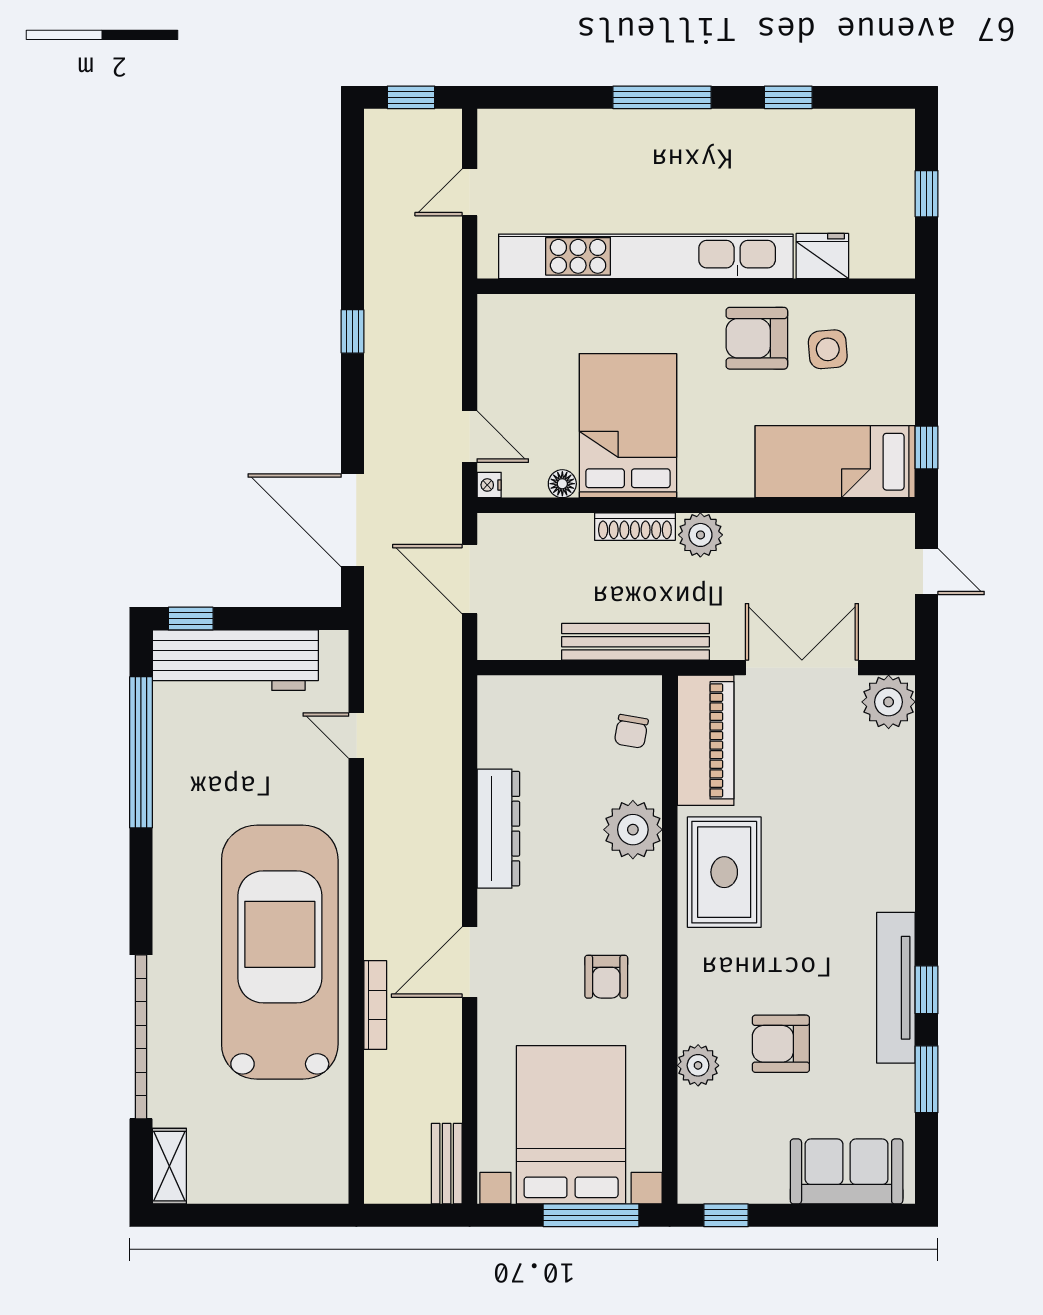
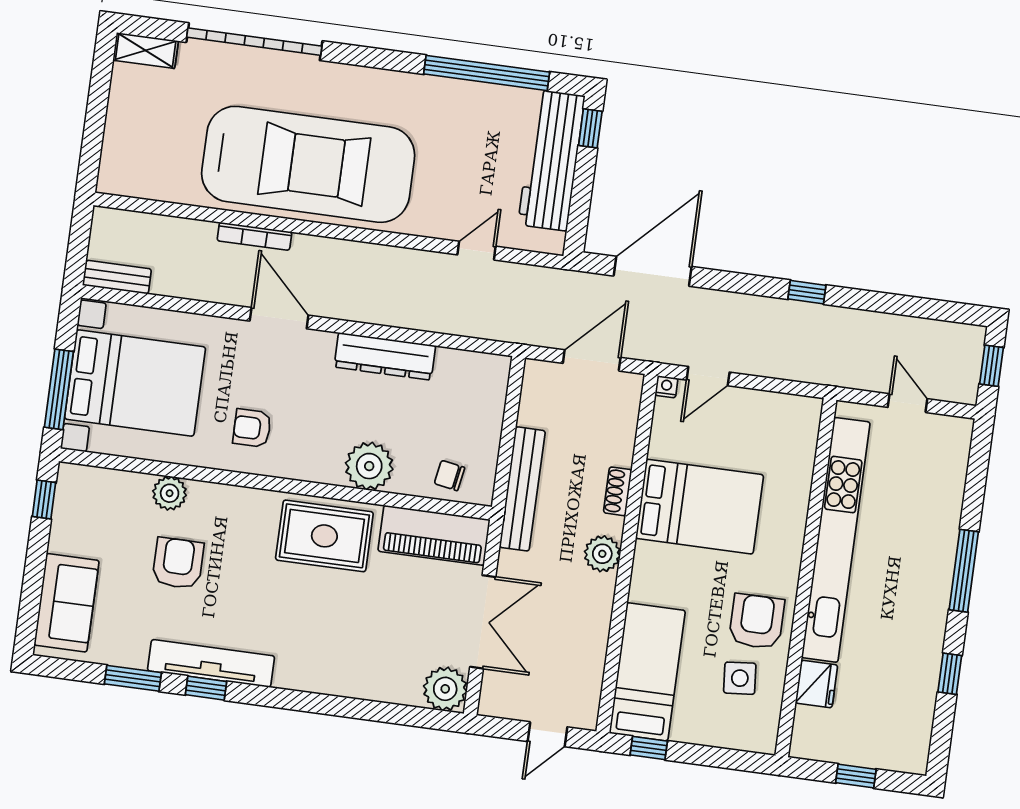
floor lamp: (562, 484) -> (659, 447), removed
shoe rack: (635, 527) -> (618, 491), width x0.70

